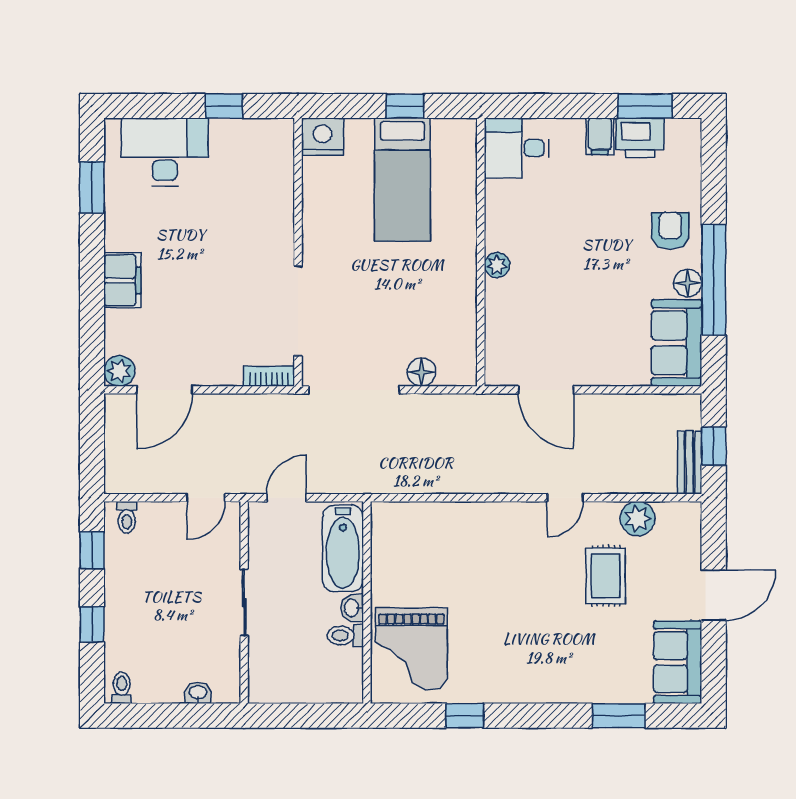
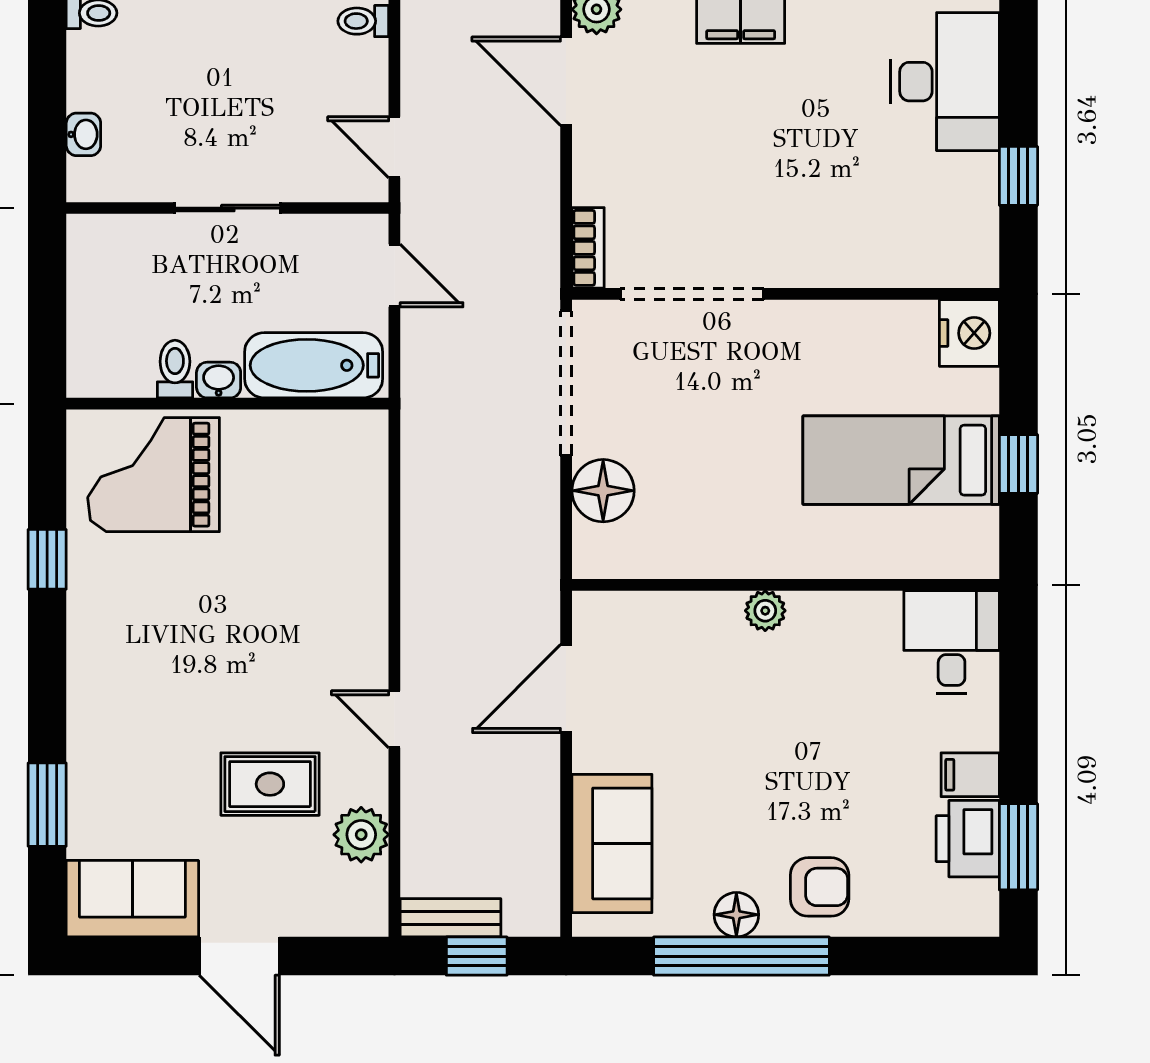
sofa: (677, 343) -> (612, 843), moved, turned 90
floor lamp: (422, 372) -> (603, 491), width x1.38, depth x1.38

